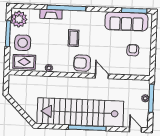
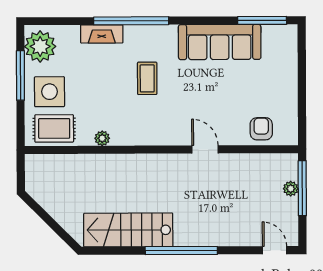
sofa: (126, 21) -> (220, 42), moved
armchair: (133, 50) -> (261, 129), moved
armchair: (82, 63) -> (166, 126), removed
stairs: (80, 112) -> (128, 230), width x0.54, depth x0.66

